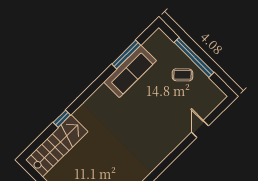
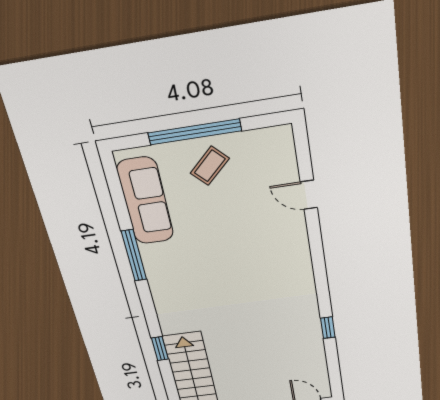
window: (126, 55) -> (134, 255), moved
sofa: (130, 71) -> (145, 201), moved

